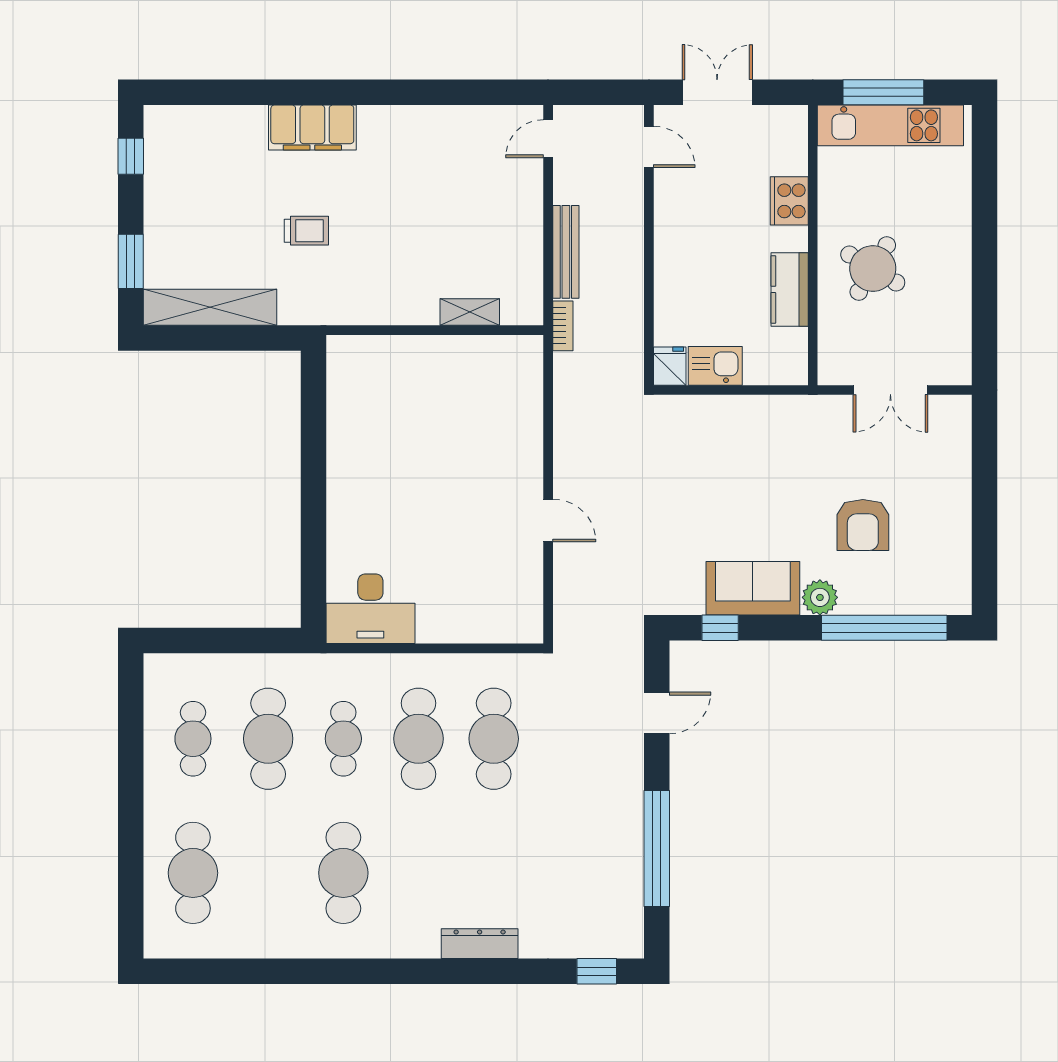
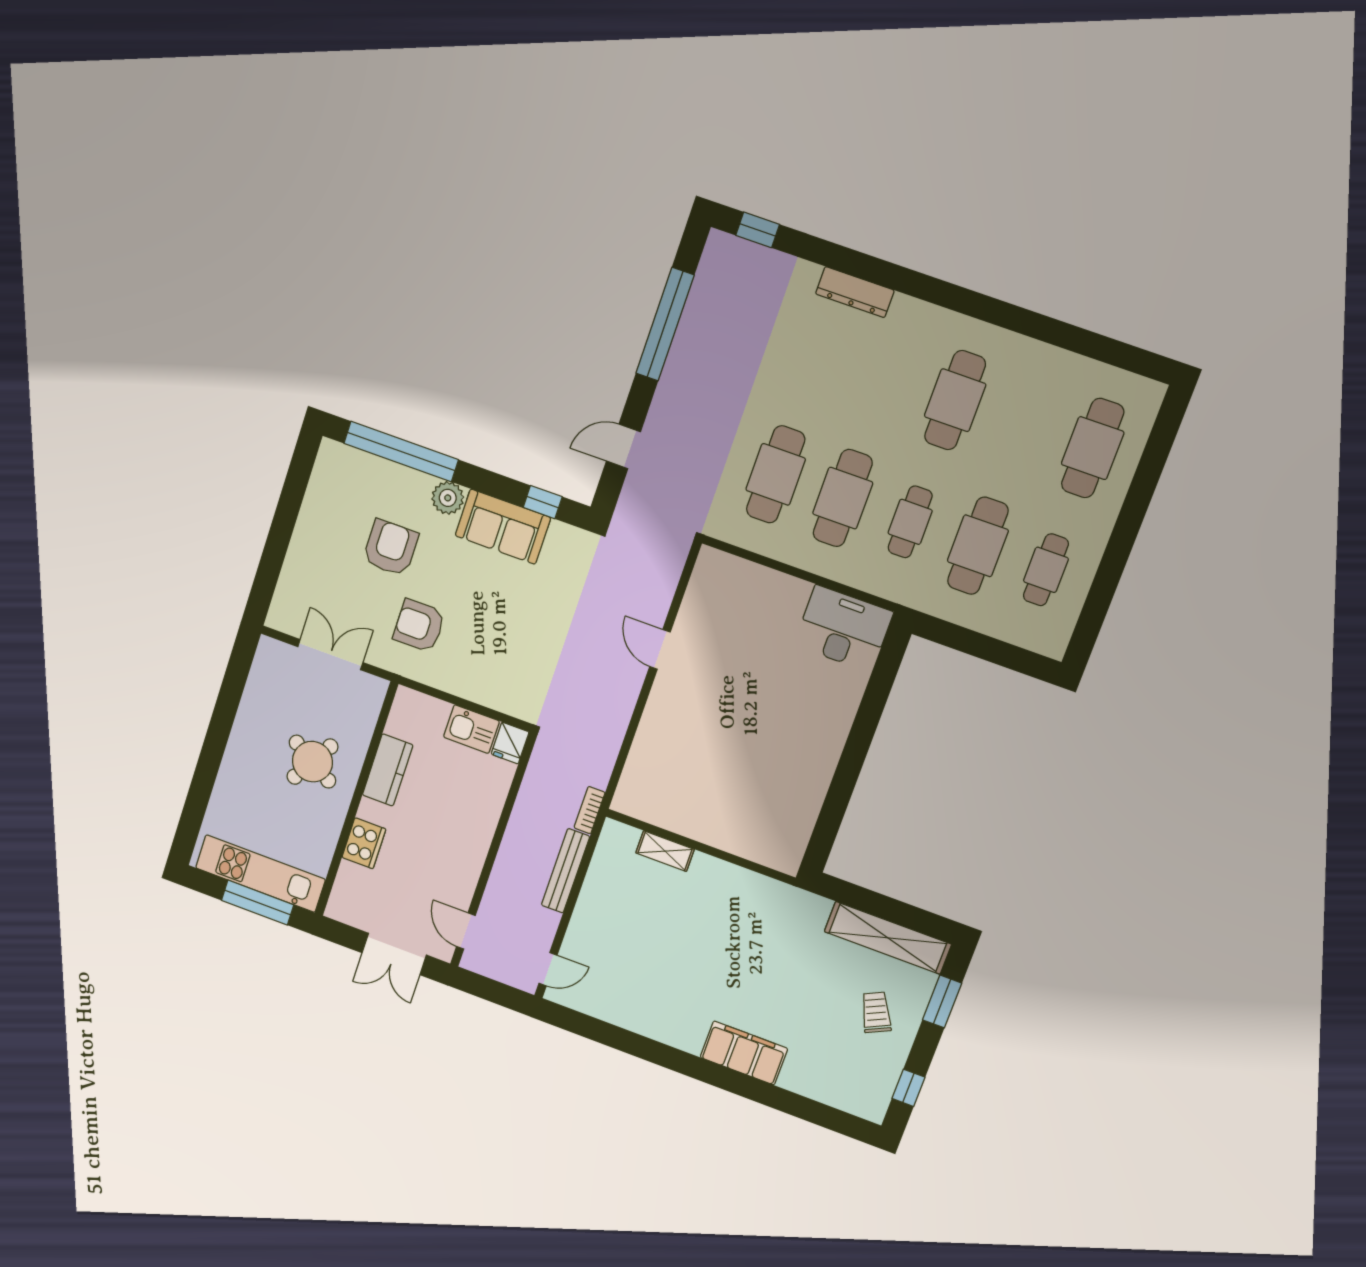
trolley: (306, 231) -> (876, 1012), moved, turned 64
armchair: (806, 454) -> (419, 626), added

